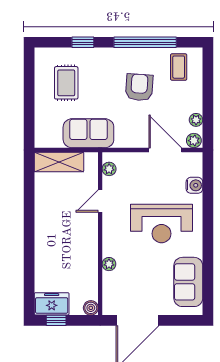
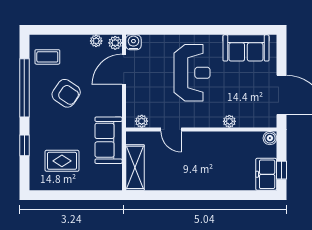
armchair: (139, 87) -> (66, 93), turned -150
water cooler: (194, 185) -> (133, 42), moved

